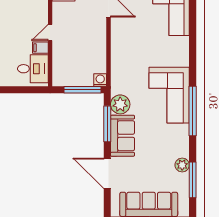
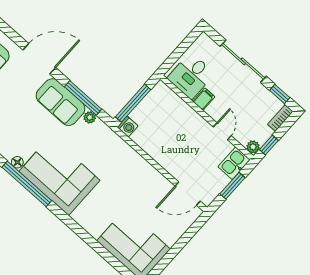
door: (50, 32) -> (222, 131), moved
plant: (120, 104) -> (90, 117), width x0.53, depth x0.53
floor lamp: (184, 129) -> (17, 162), added

